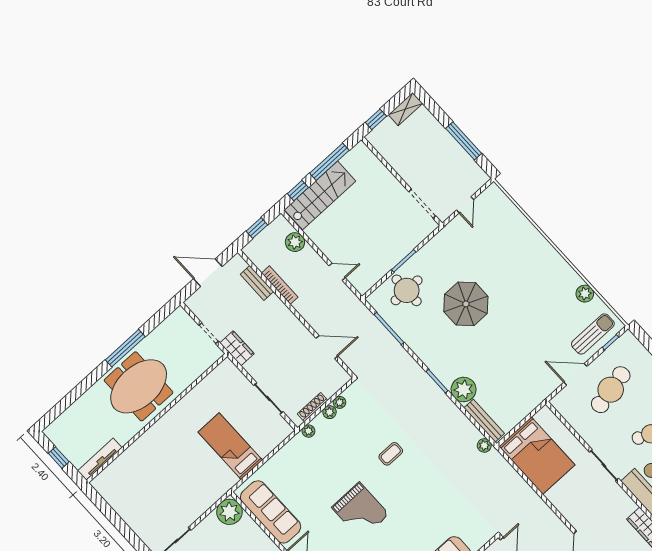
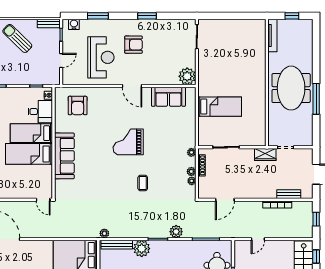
plant: (295, 242) -> (176, 232), moved
sofa: (271, 512) -> (168, 97), width x0.73

